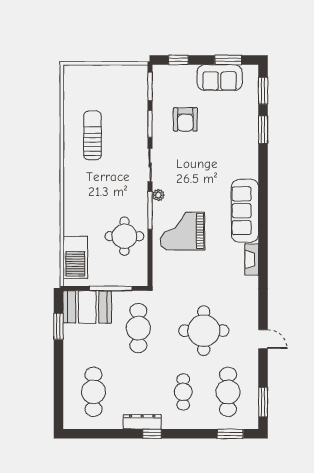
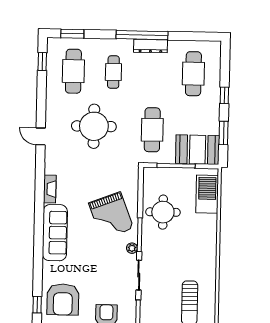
window: (263, 130) -> (37, 305), width x0.67
armchair: (234, 136) -> (63, 299), added
grand piano: (182, 231) -> (111, 216), turned 69
door: (263, 339) -> (41, 136), moved
window: (58, 368) -> (224, 95), added
window: (263, 402) -> (42, 61), width x0.67
window: (152, 434) -> (142, 35), width x3.17

